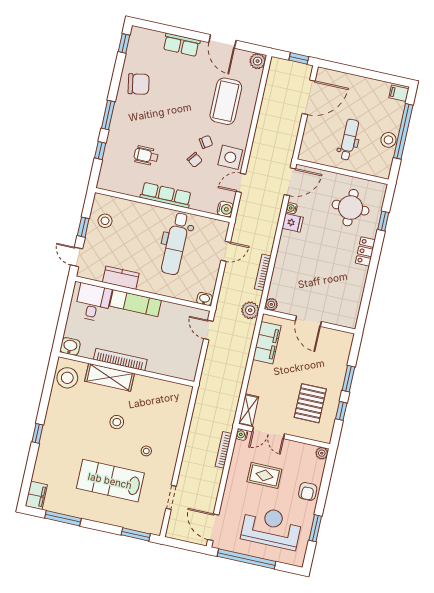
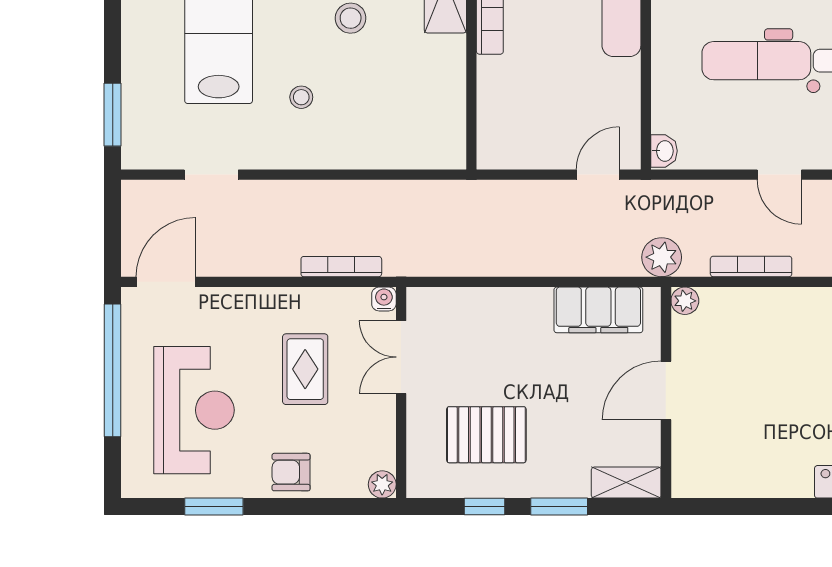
shelving: (249, 410) -> (626, 483), moved

